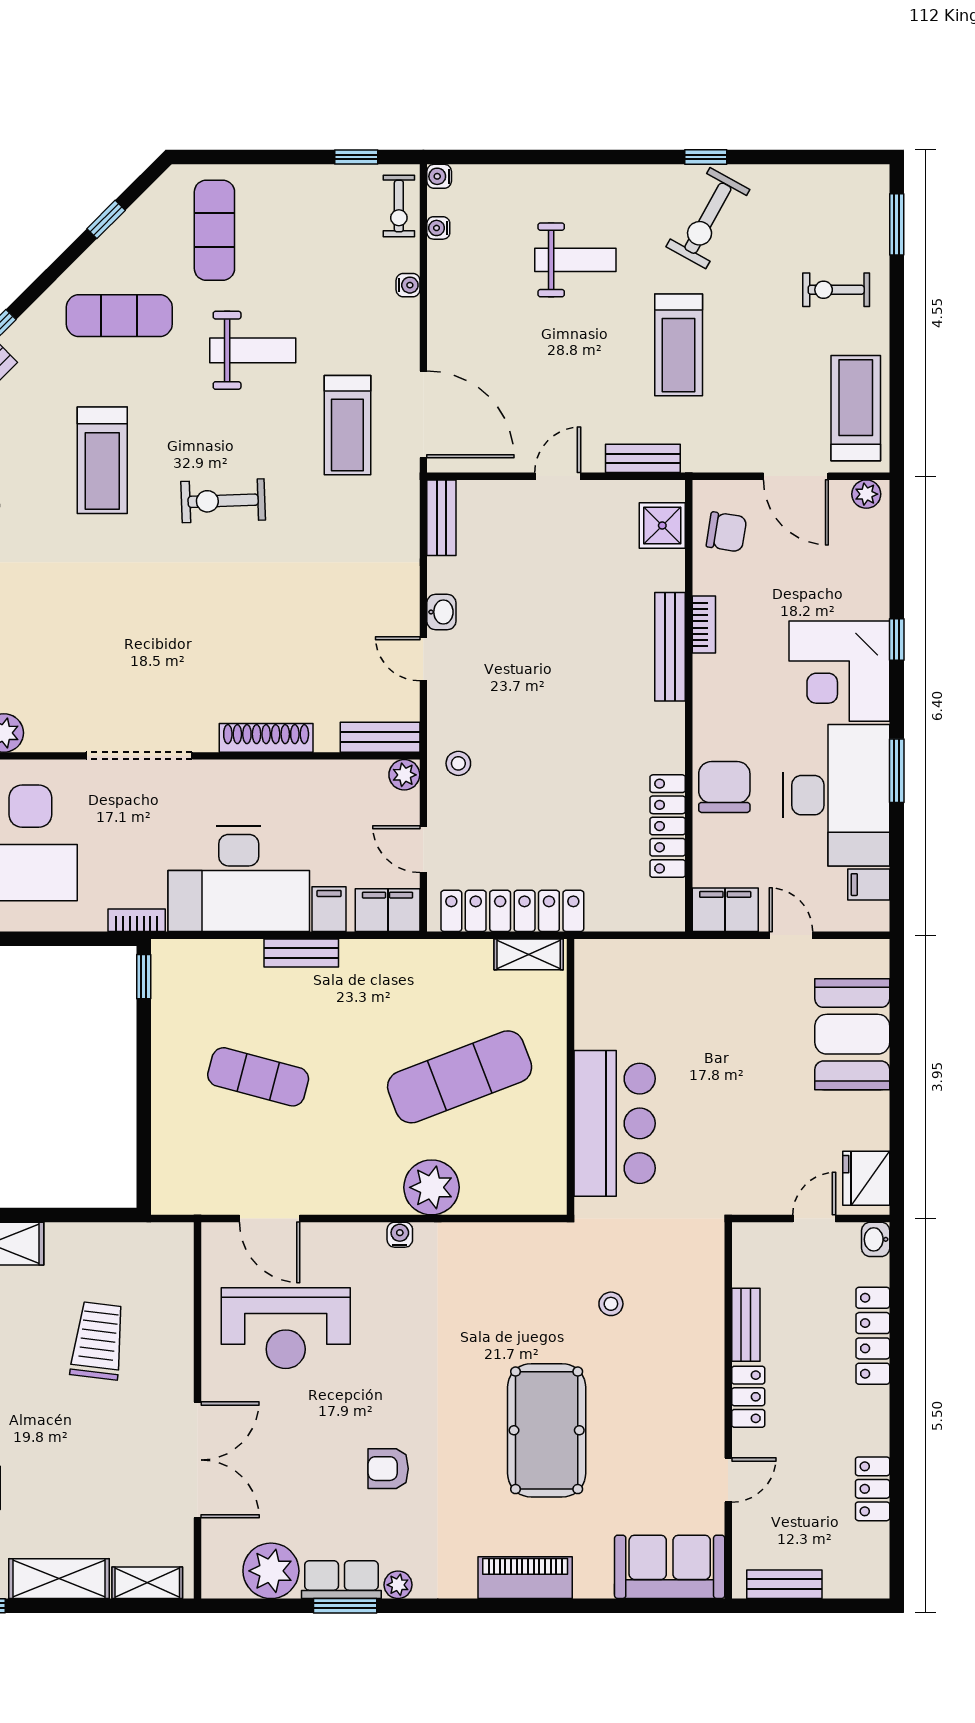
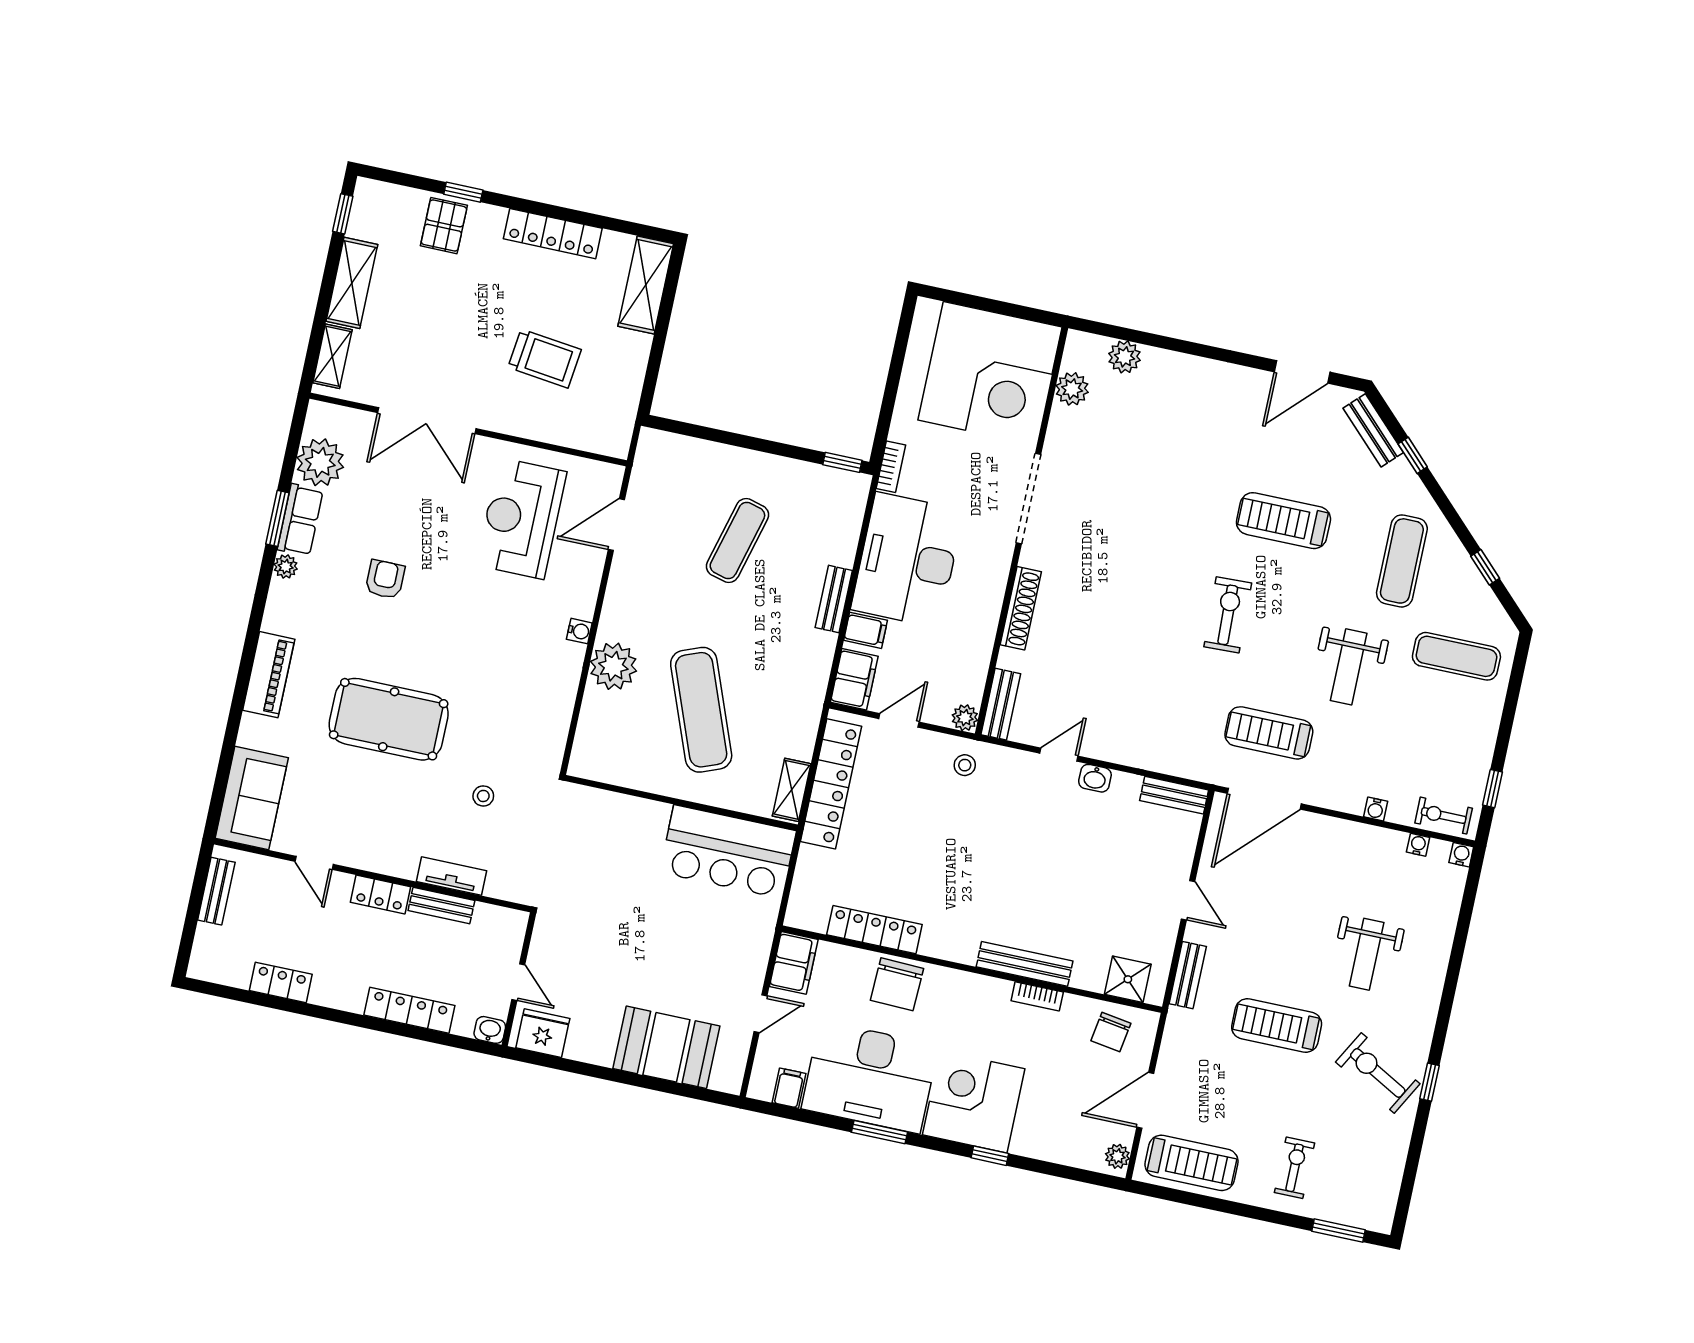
chair: (724, 787) -> (897, 984), turned 92
bar counter: (615, 1123) -> (728, 852), moved
tv unit: (710, 1320) -> (452, 876), added

